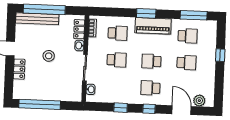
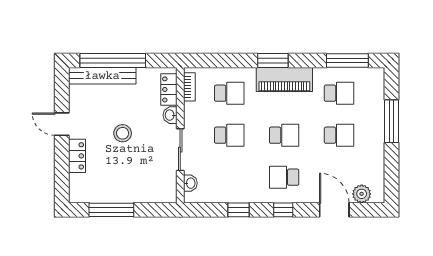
window: (220, 55) -> (391, 121), width x2.17
school desk: (151, 61) -> (284, 135), turned 180
window: (40, 104) -> (111, 210), width x0.68

